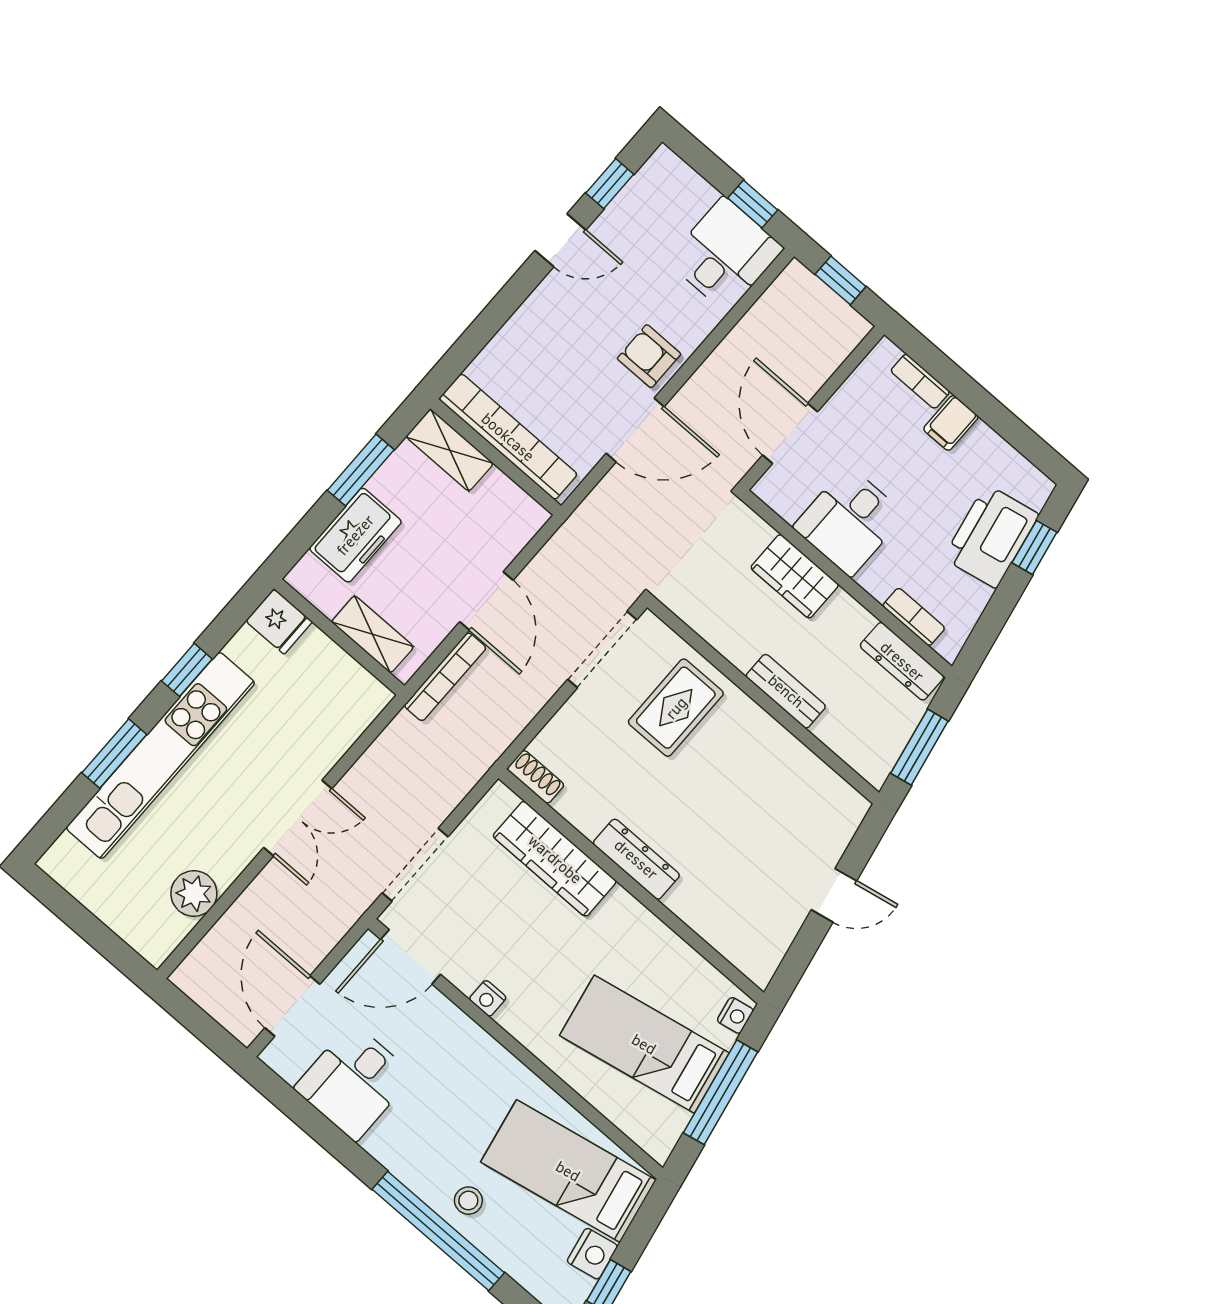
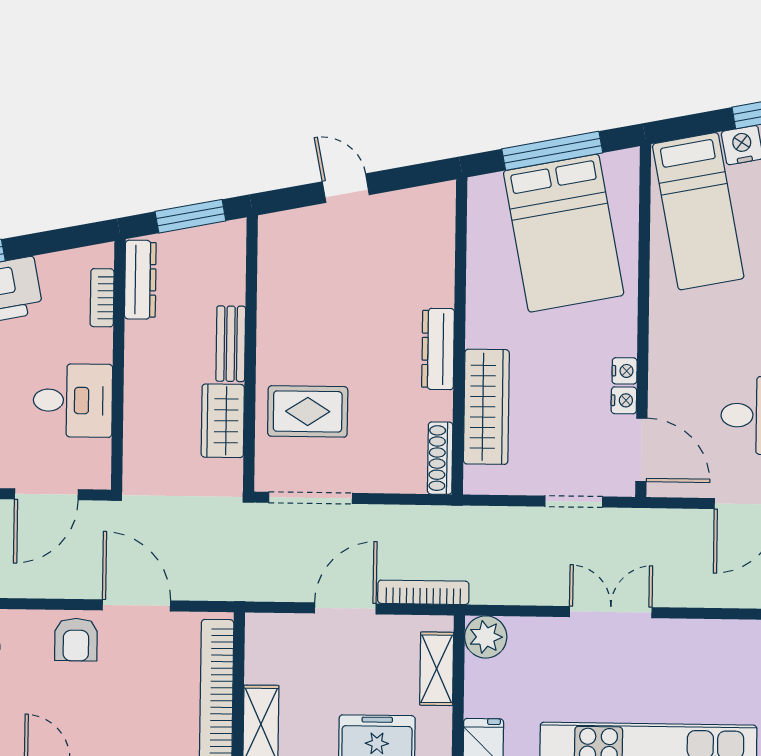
wardrobe: (795, 576) -> (223, 421), moved, turned 180
shoe rack: (536, 777) -> (440, 458), width x1.43
doorway: (415, 865) -> (574, 502), width x0.73
plant: (194, 894) -> (486, 637), moved
nightstand: (735, 1015) -> (624, 400), moved, turned 101
bed: (644, 1044) -> (564, 233), width x1.50

